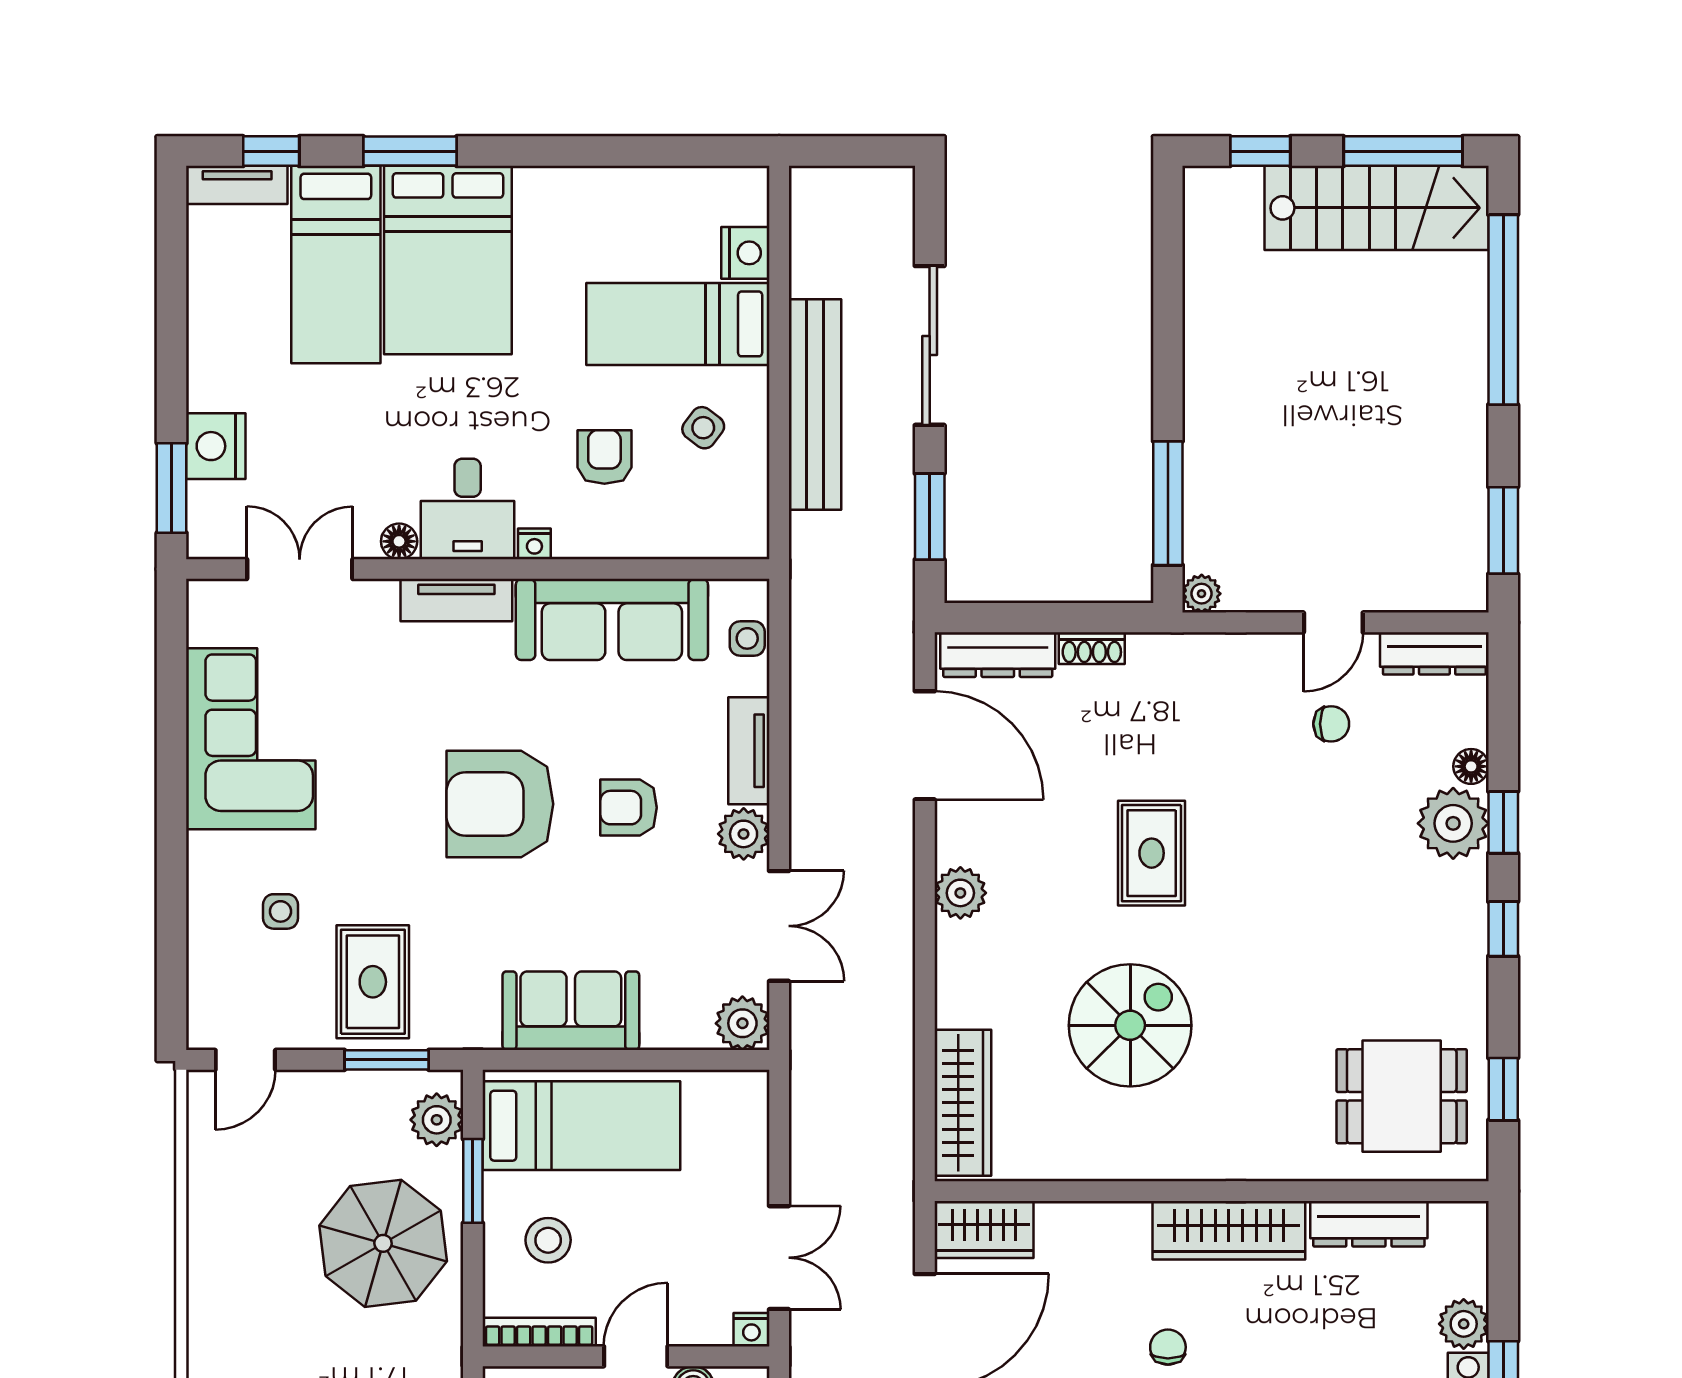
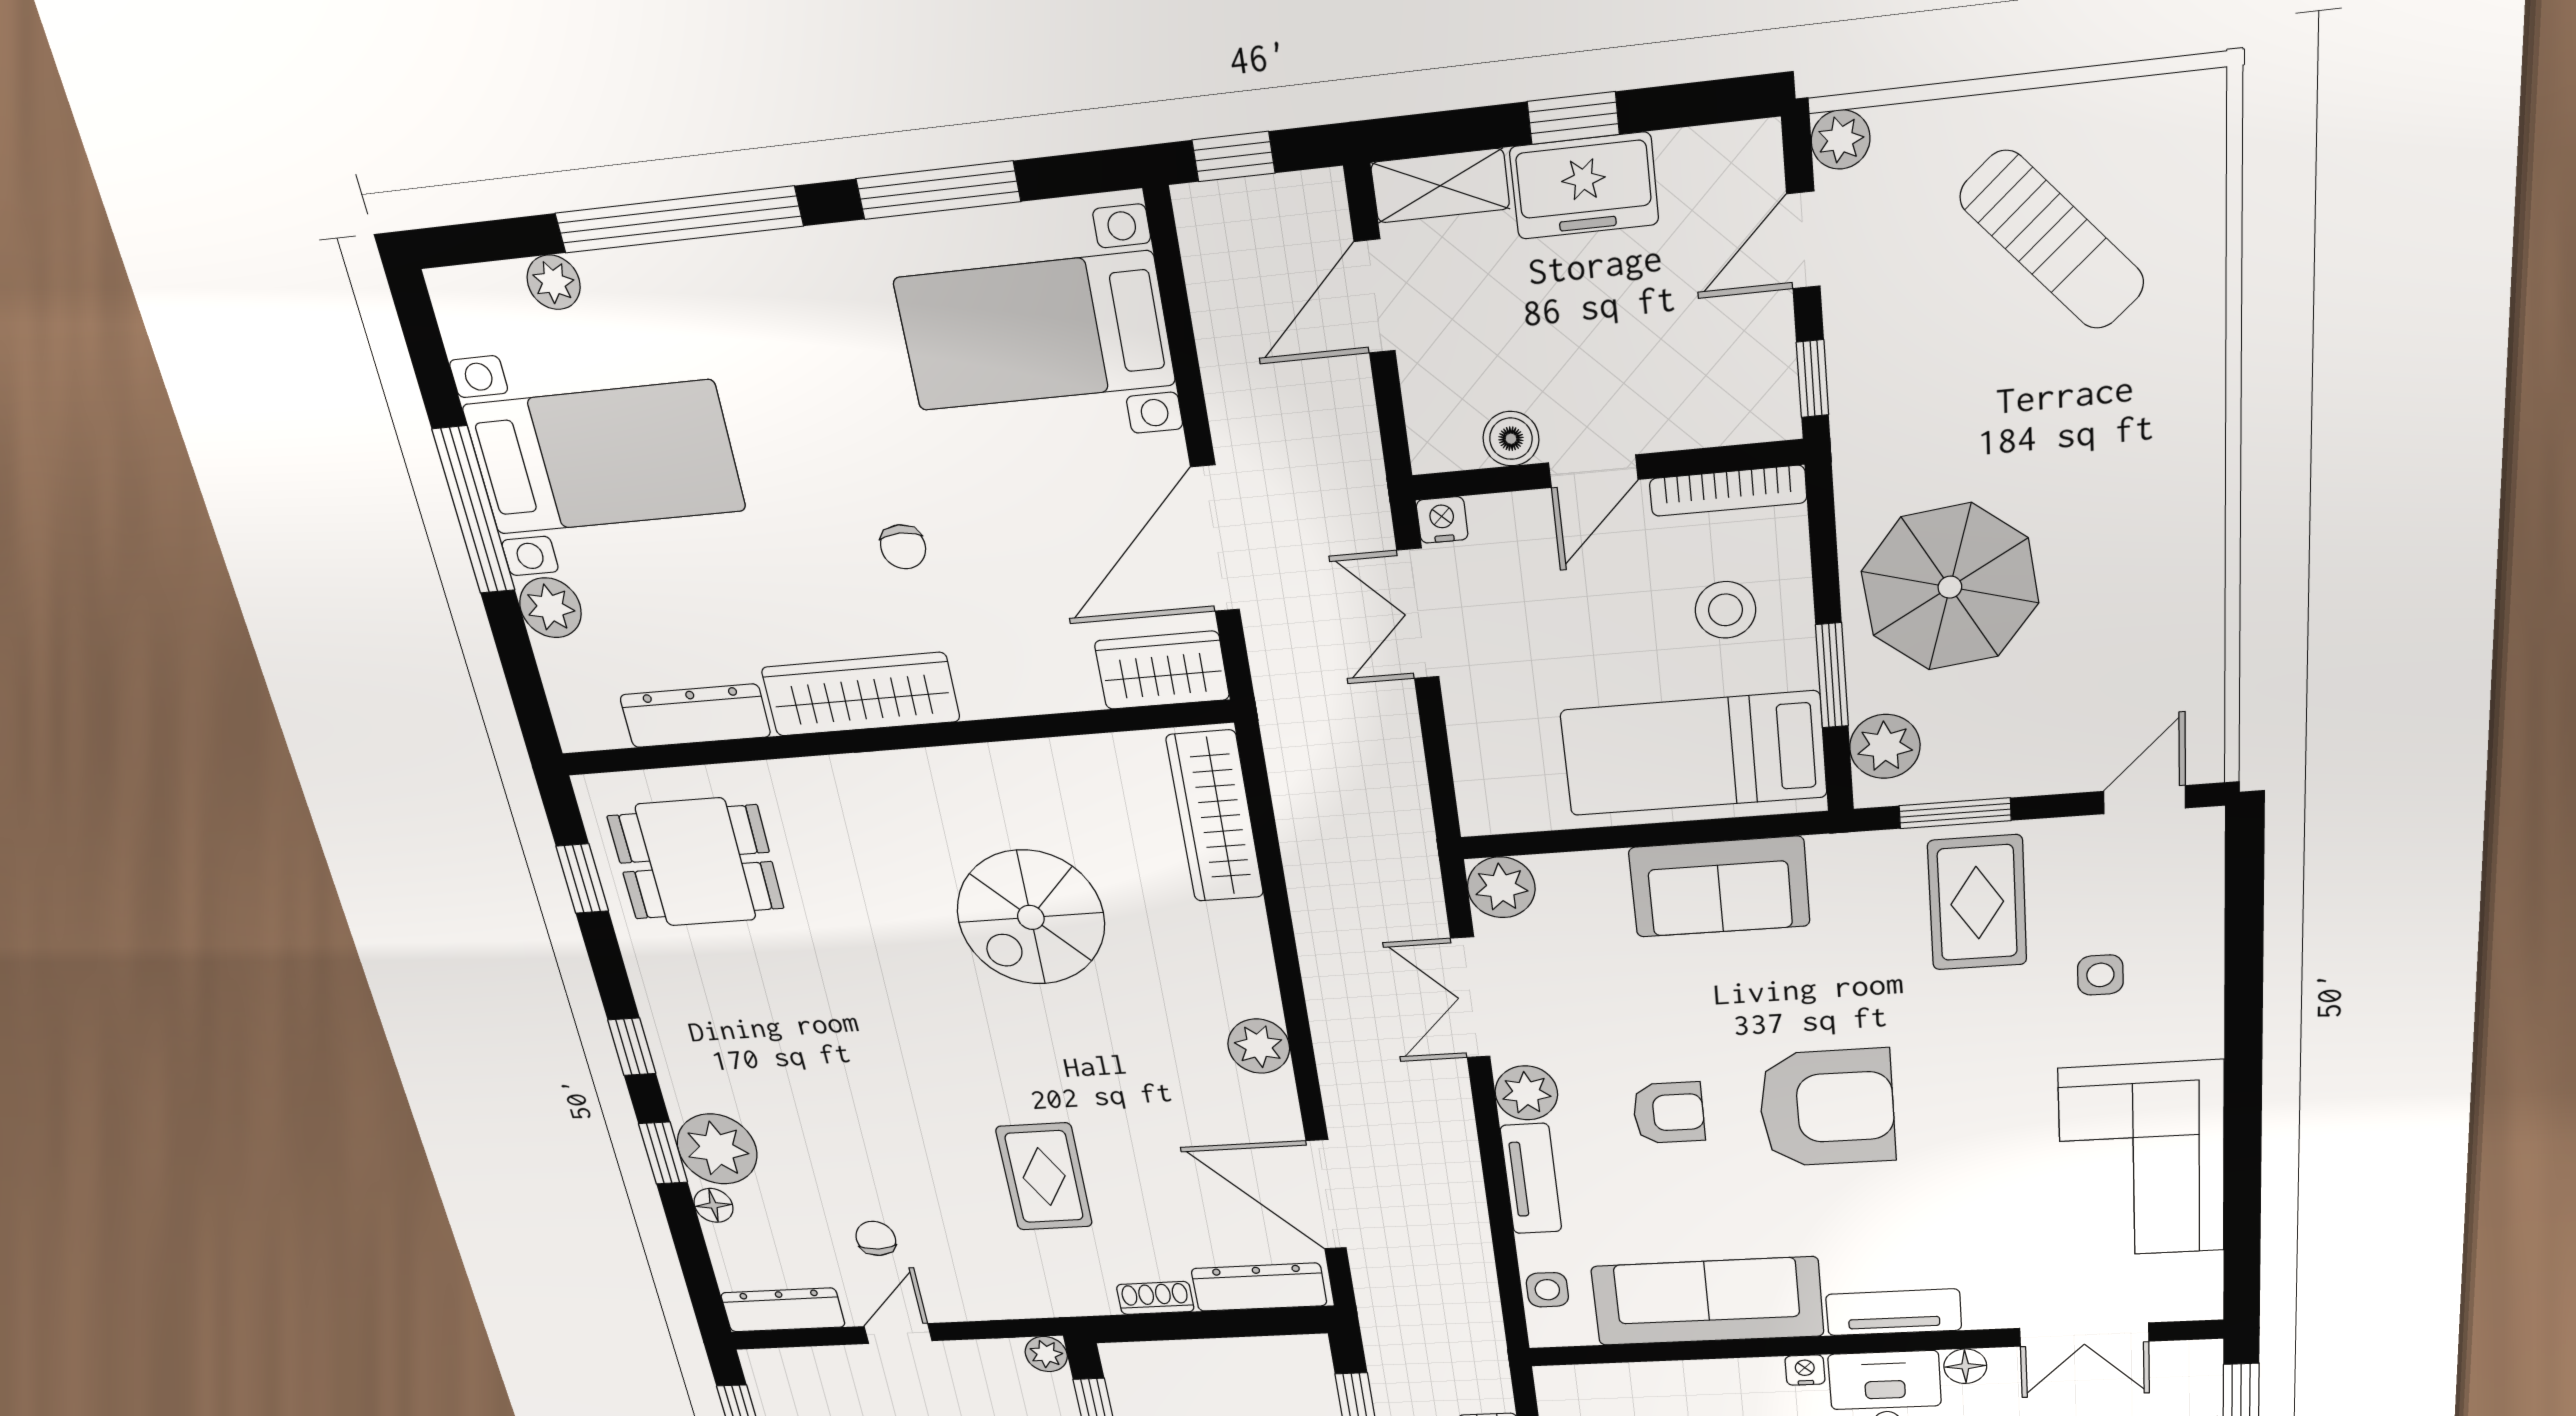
chair: (1331, 724) -> (876, 1238), turned 90
rug: (1152, 853) -> (1044, 1177), moved

